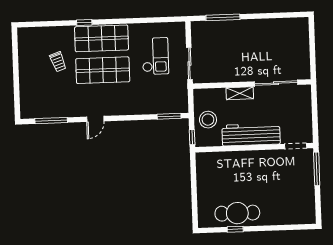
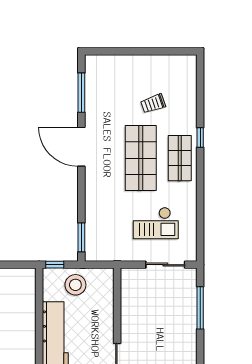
shop shelf: (102, 38) -> (180, 158), width x0.70, depth x0.74
sliding door: (189, 64) -> (165, 265), moved
shelving: (240, 93) -> (106, 325), removed
door: (95, 119) -> (81, 147), width x1.87

